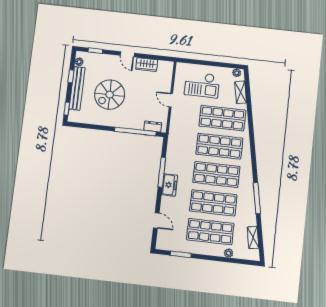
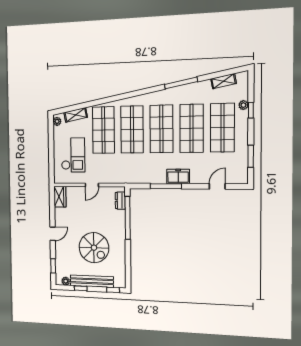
wardrobe: (147, 65) -> (60, 197), moved
window: (223, 259) -> (251, 110), added

